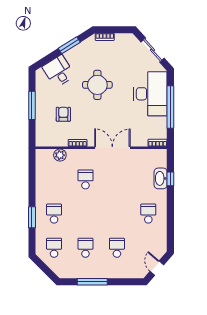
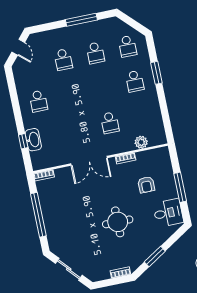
desk: (59, 71) -> (168, 213), moved, turned -58
desk: (150, 94) -> (62, 224), removed

